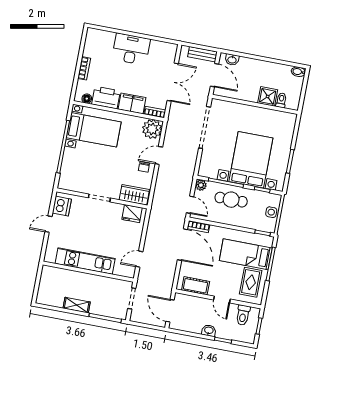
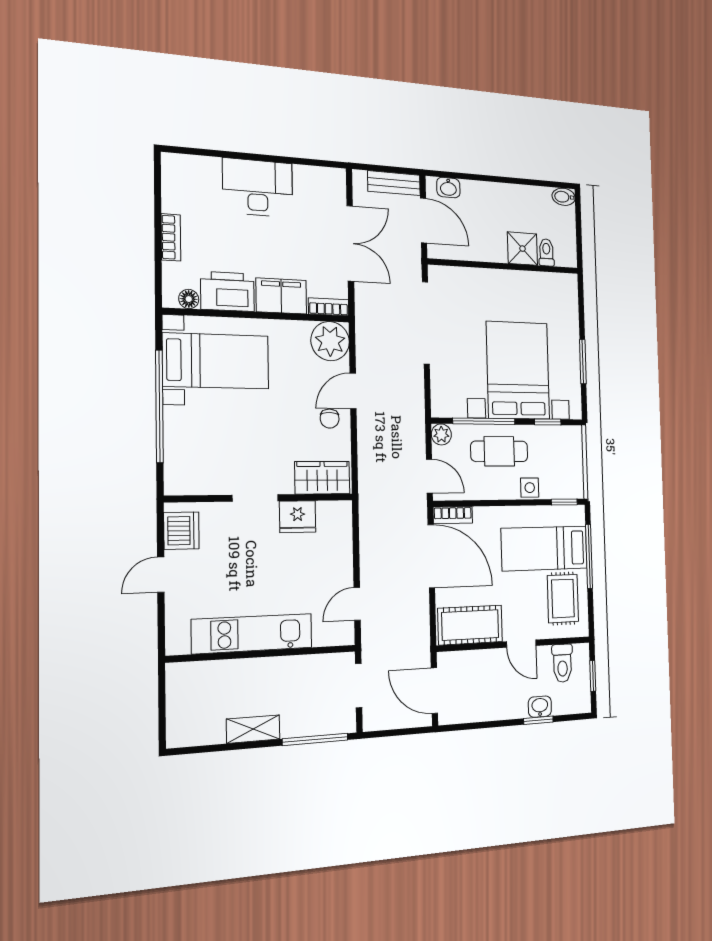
side table: (271, 212) -> (530, 488), moved
fridge: (132, 214) -> (298, 517), moved
cot: (196, 286) -> (470, 625), width x1.37, depth x1.34
washbasin: (209, 331) -> (540, 707), moved

